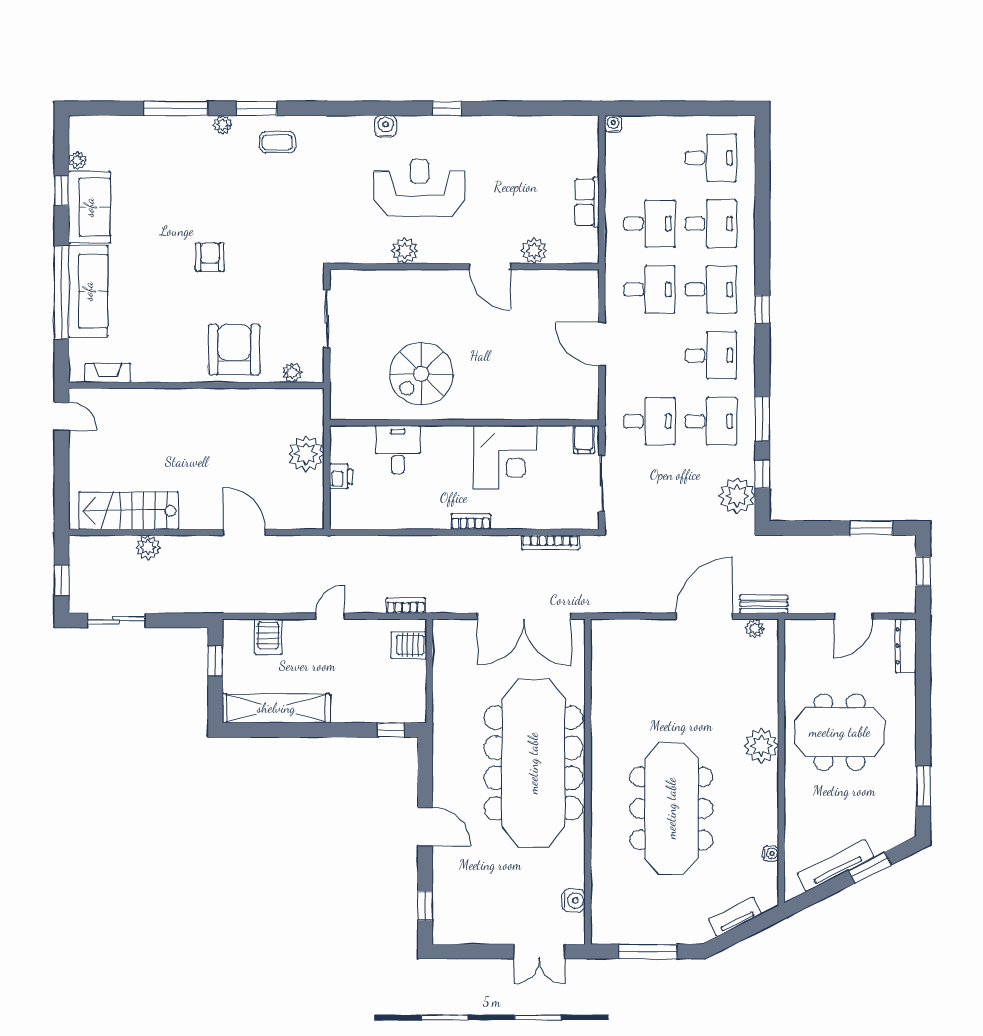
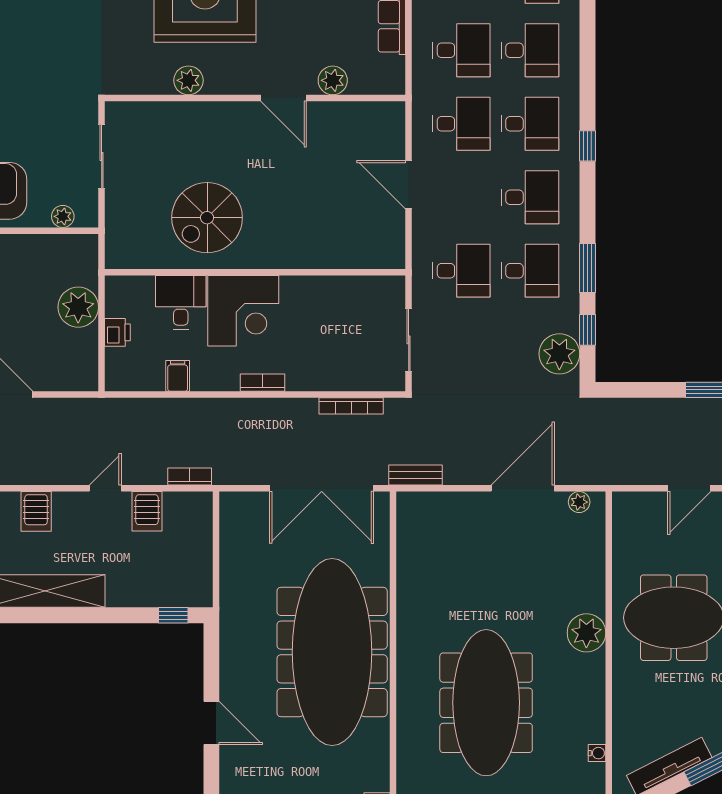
filing cabinet: (584, 439) -> (178, 376), moved, turned 180
corner desk: (505, 457) -> (243, 311), moved
bench: (764, 604) -> (416, 475), moved
server rack: (409, 645) -> (147, 511), moved, turned -90

